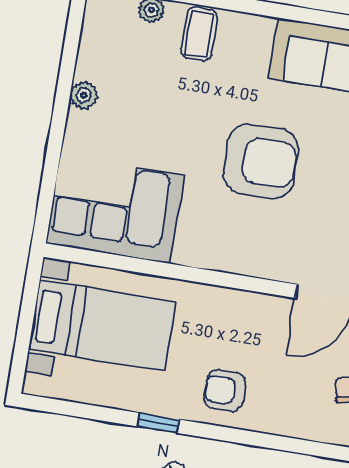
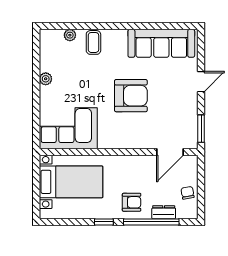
armchair: (225, 391) -> (132, 202), turned 180
dresser: (290, 423) -> (164, 212), added
window: (260, 440) -> (151, 222), added

